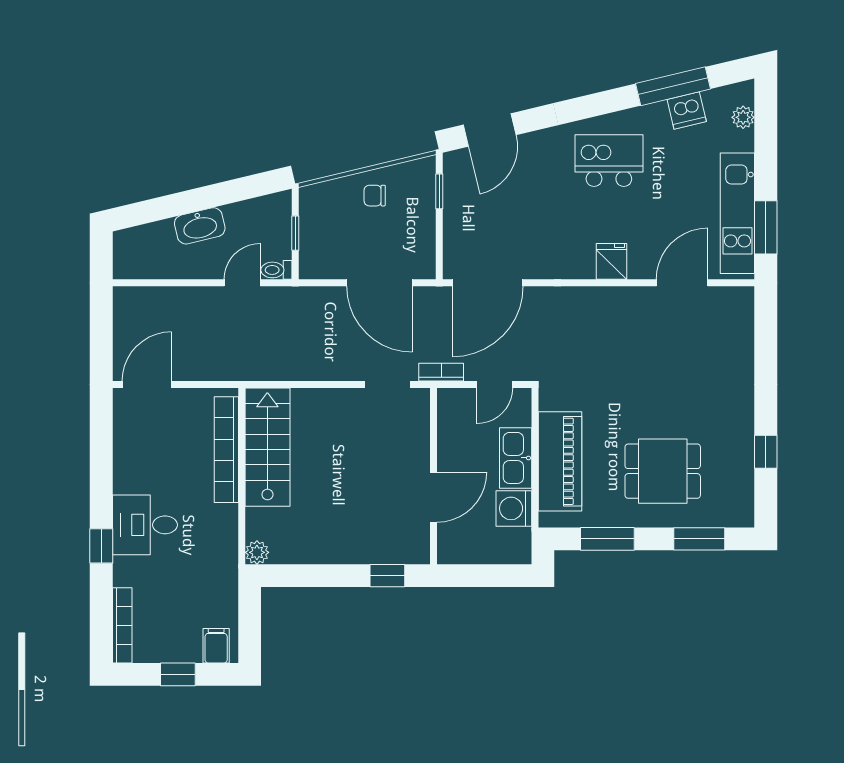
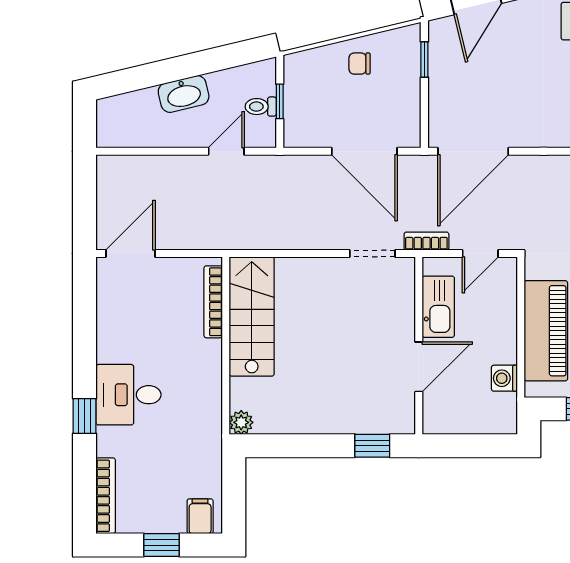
toilet: (276, 270) -> (261, 107), moved
bookcase: (226, 450) -> (213, 302), width x0.68, depth x0.76
kitchen sink: (516, 458) -> (438, 307), moved, turned 180
washing machine: (514, 508) -> (504, 378), width x0.73, depth x0.73

